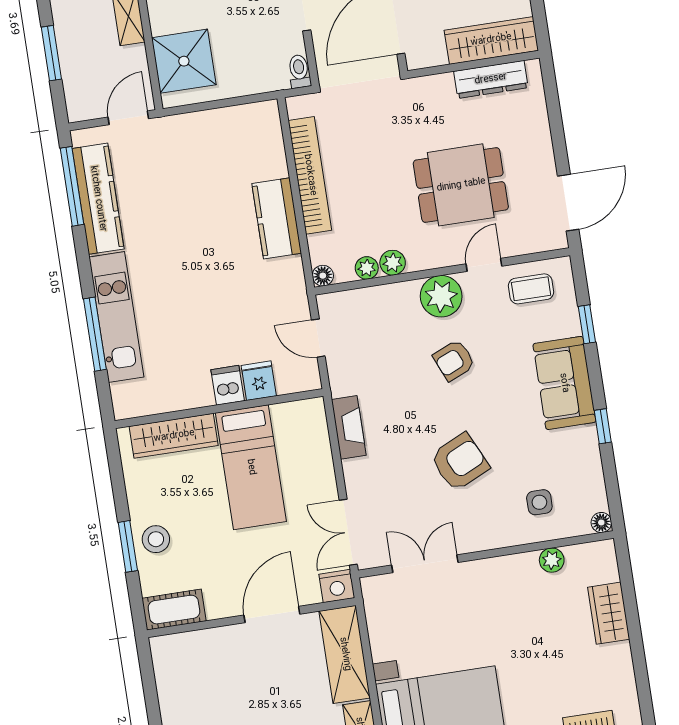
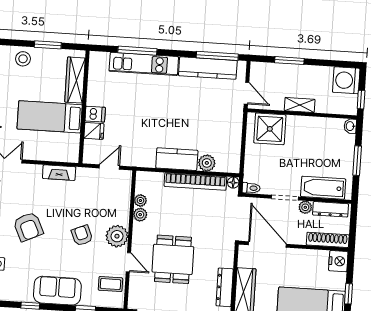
plant: (271, 162) -> (207, 163), added
floor lamp: (323, 276) -> (233, 183), moved
coffee table: (531, 289) -> (110, 284), turned 90
window: (128, 546) -> (48, 45), moved

